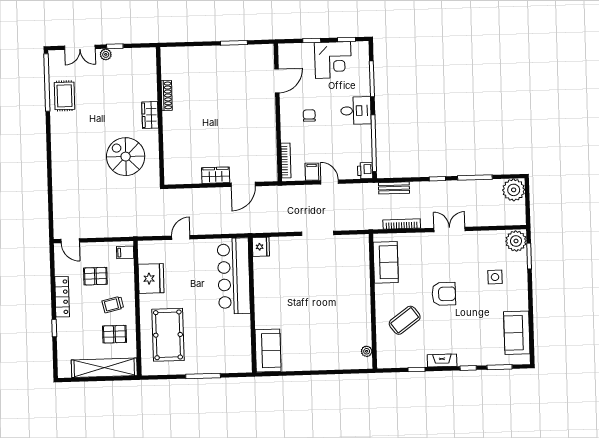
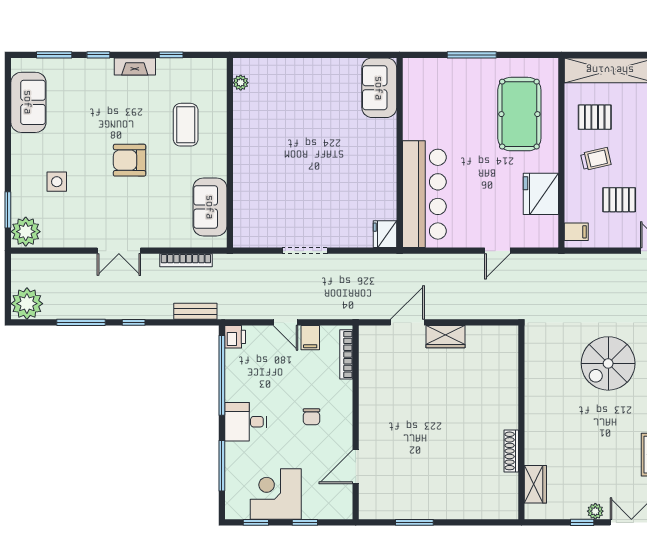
wardrobe: (150, 115) -> (535, 484), moved
spiral stairs: (126, 157) -> (608, 363), moved, turned 90
coffee table: (405, 320) -> (186, 125), turned -54

